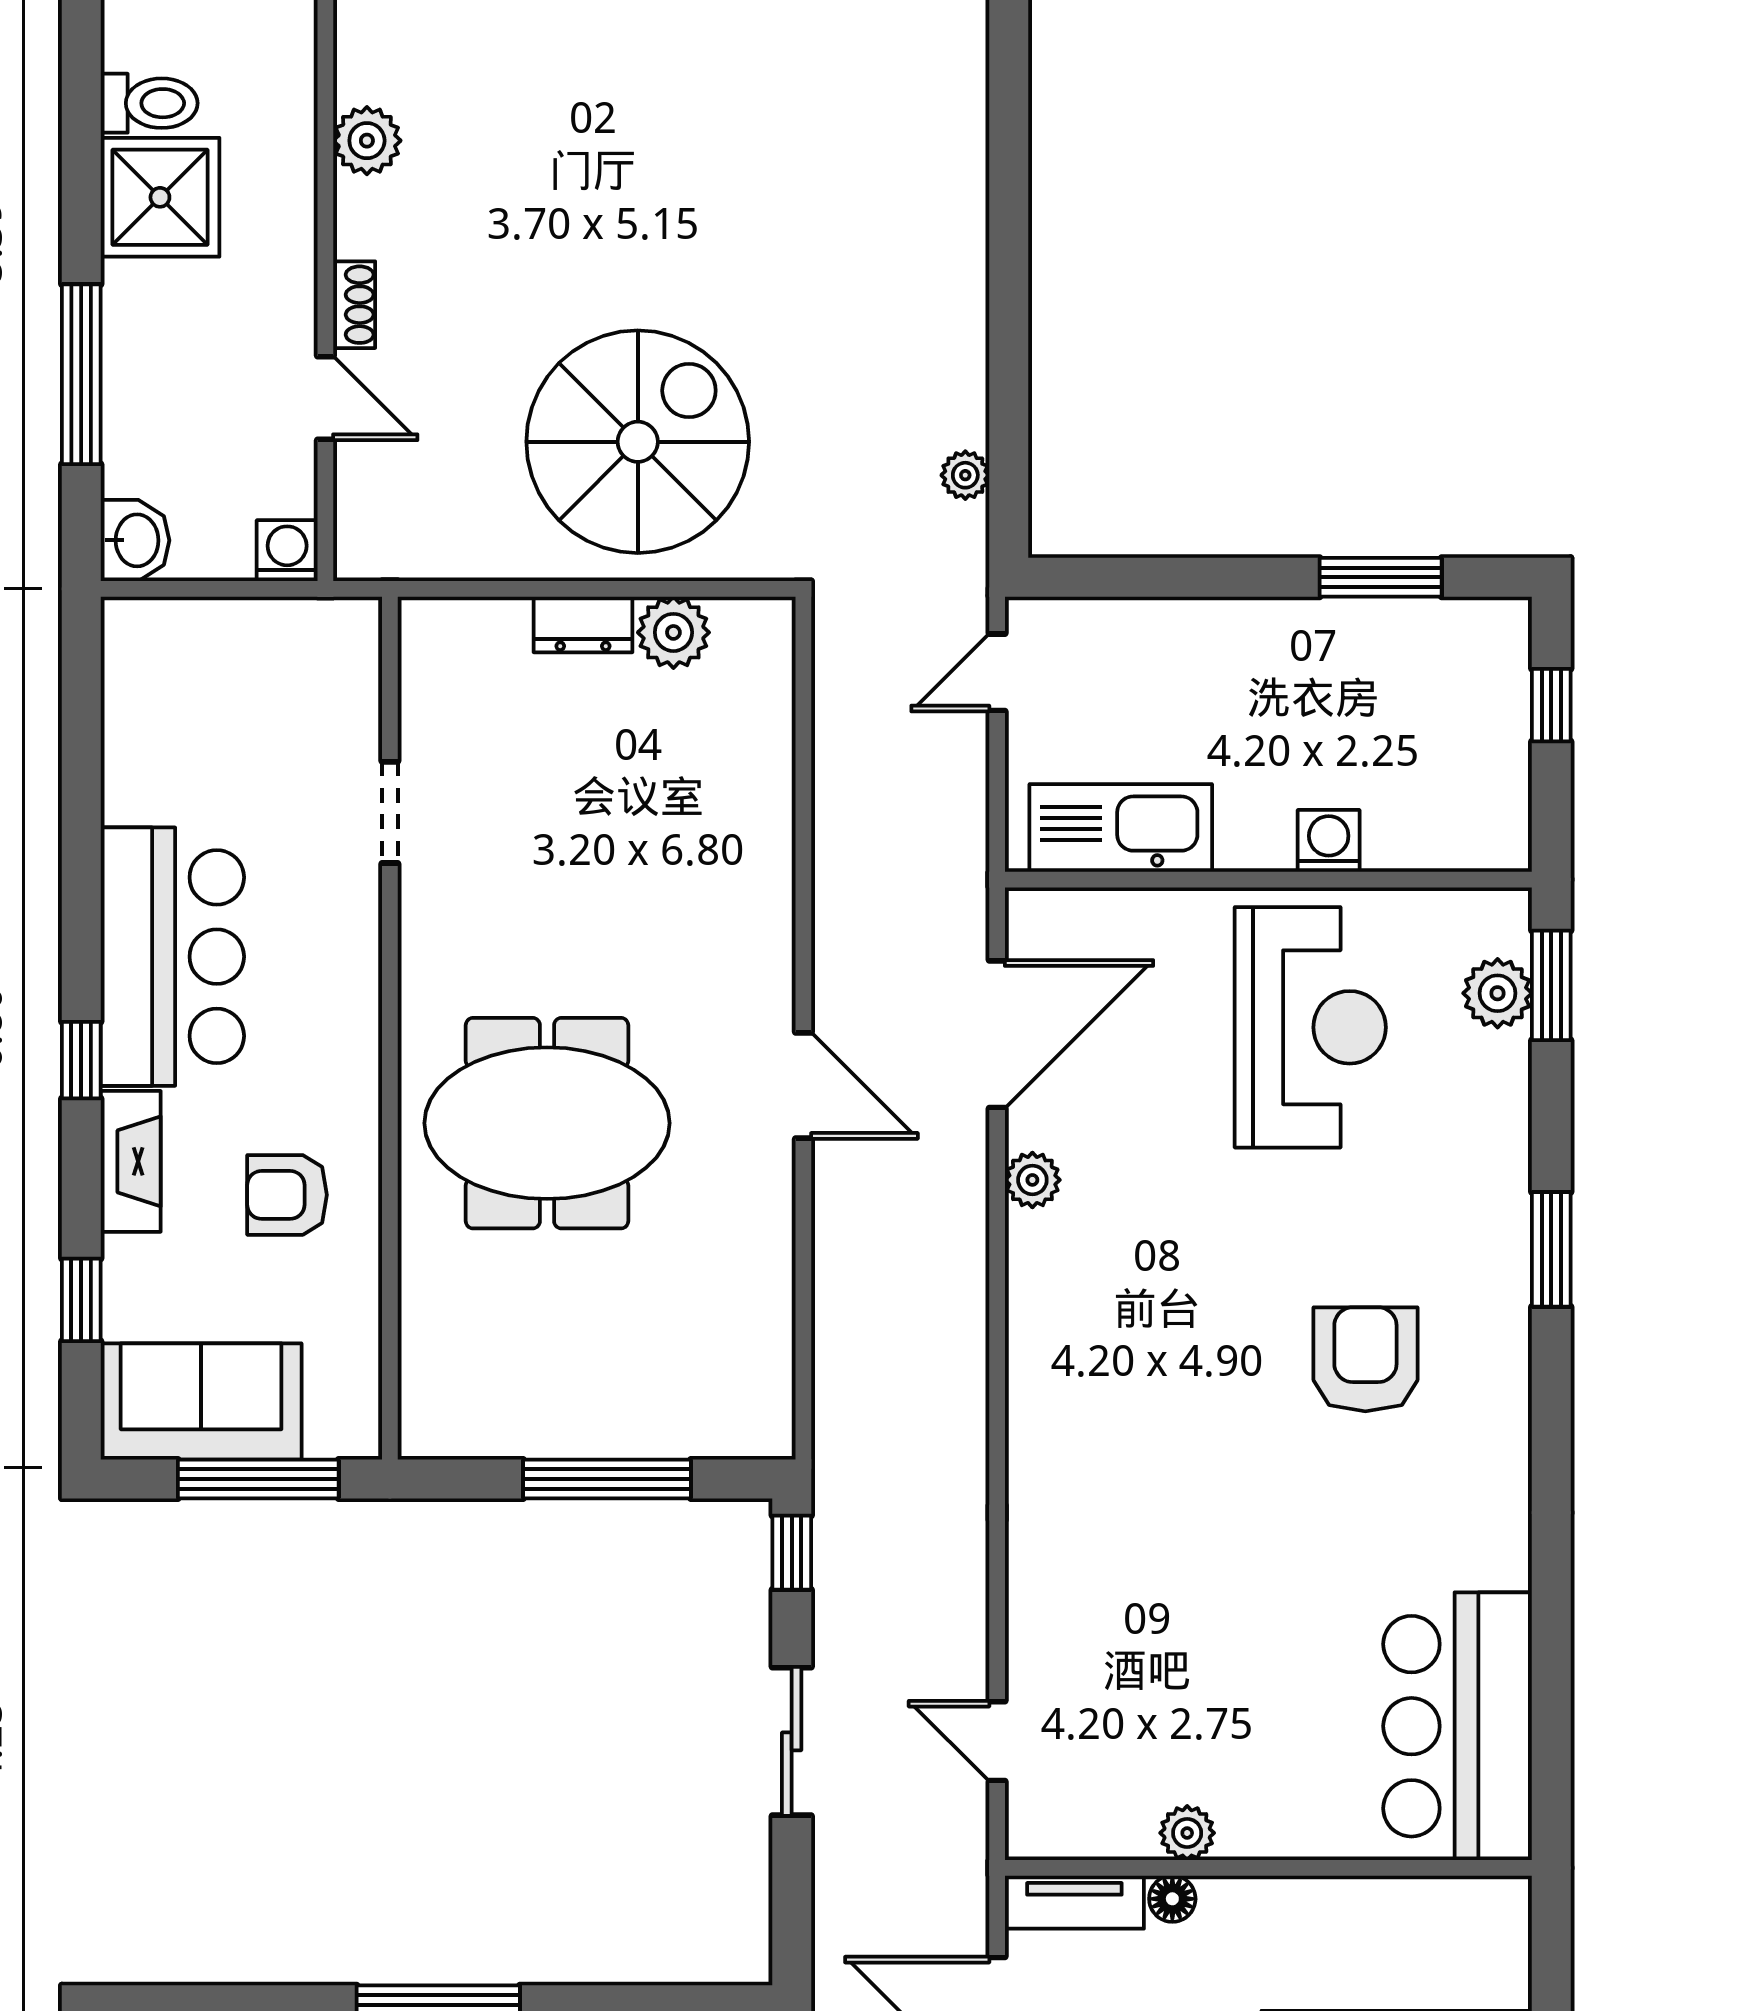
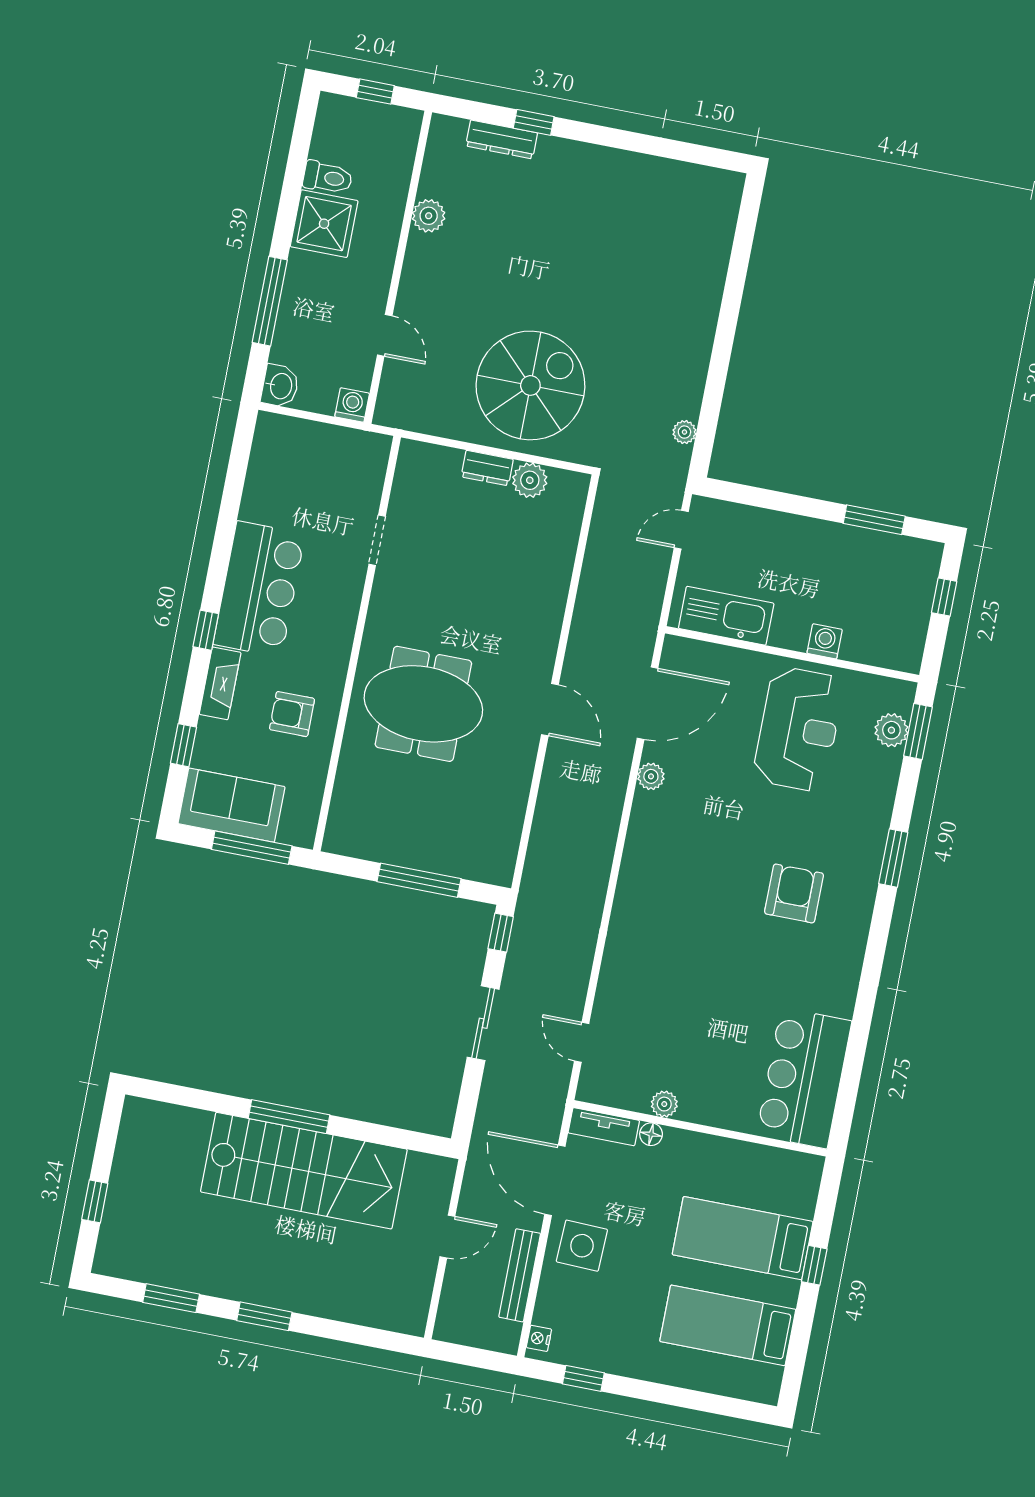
shoe rack: (354, 305) -> (407, 293), removed

